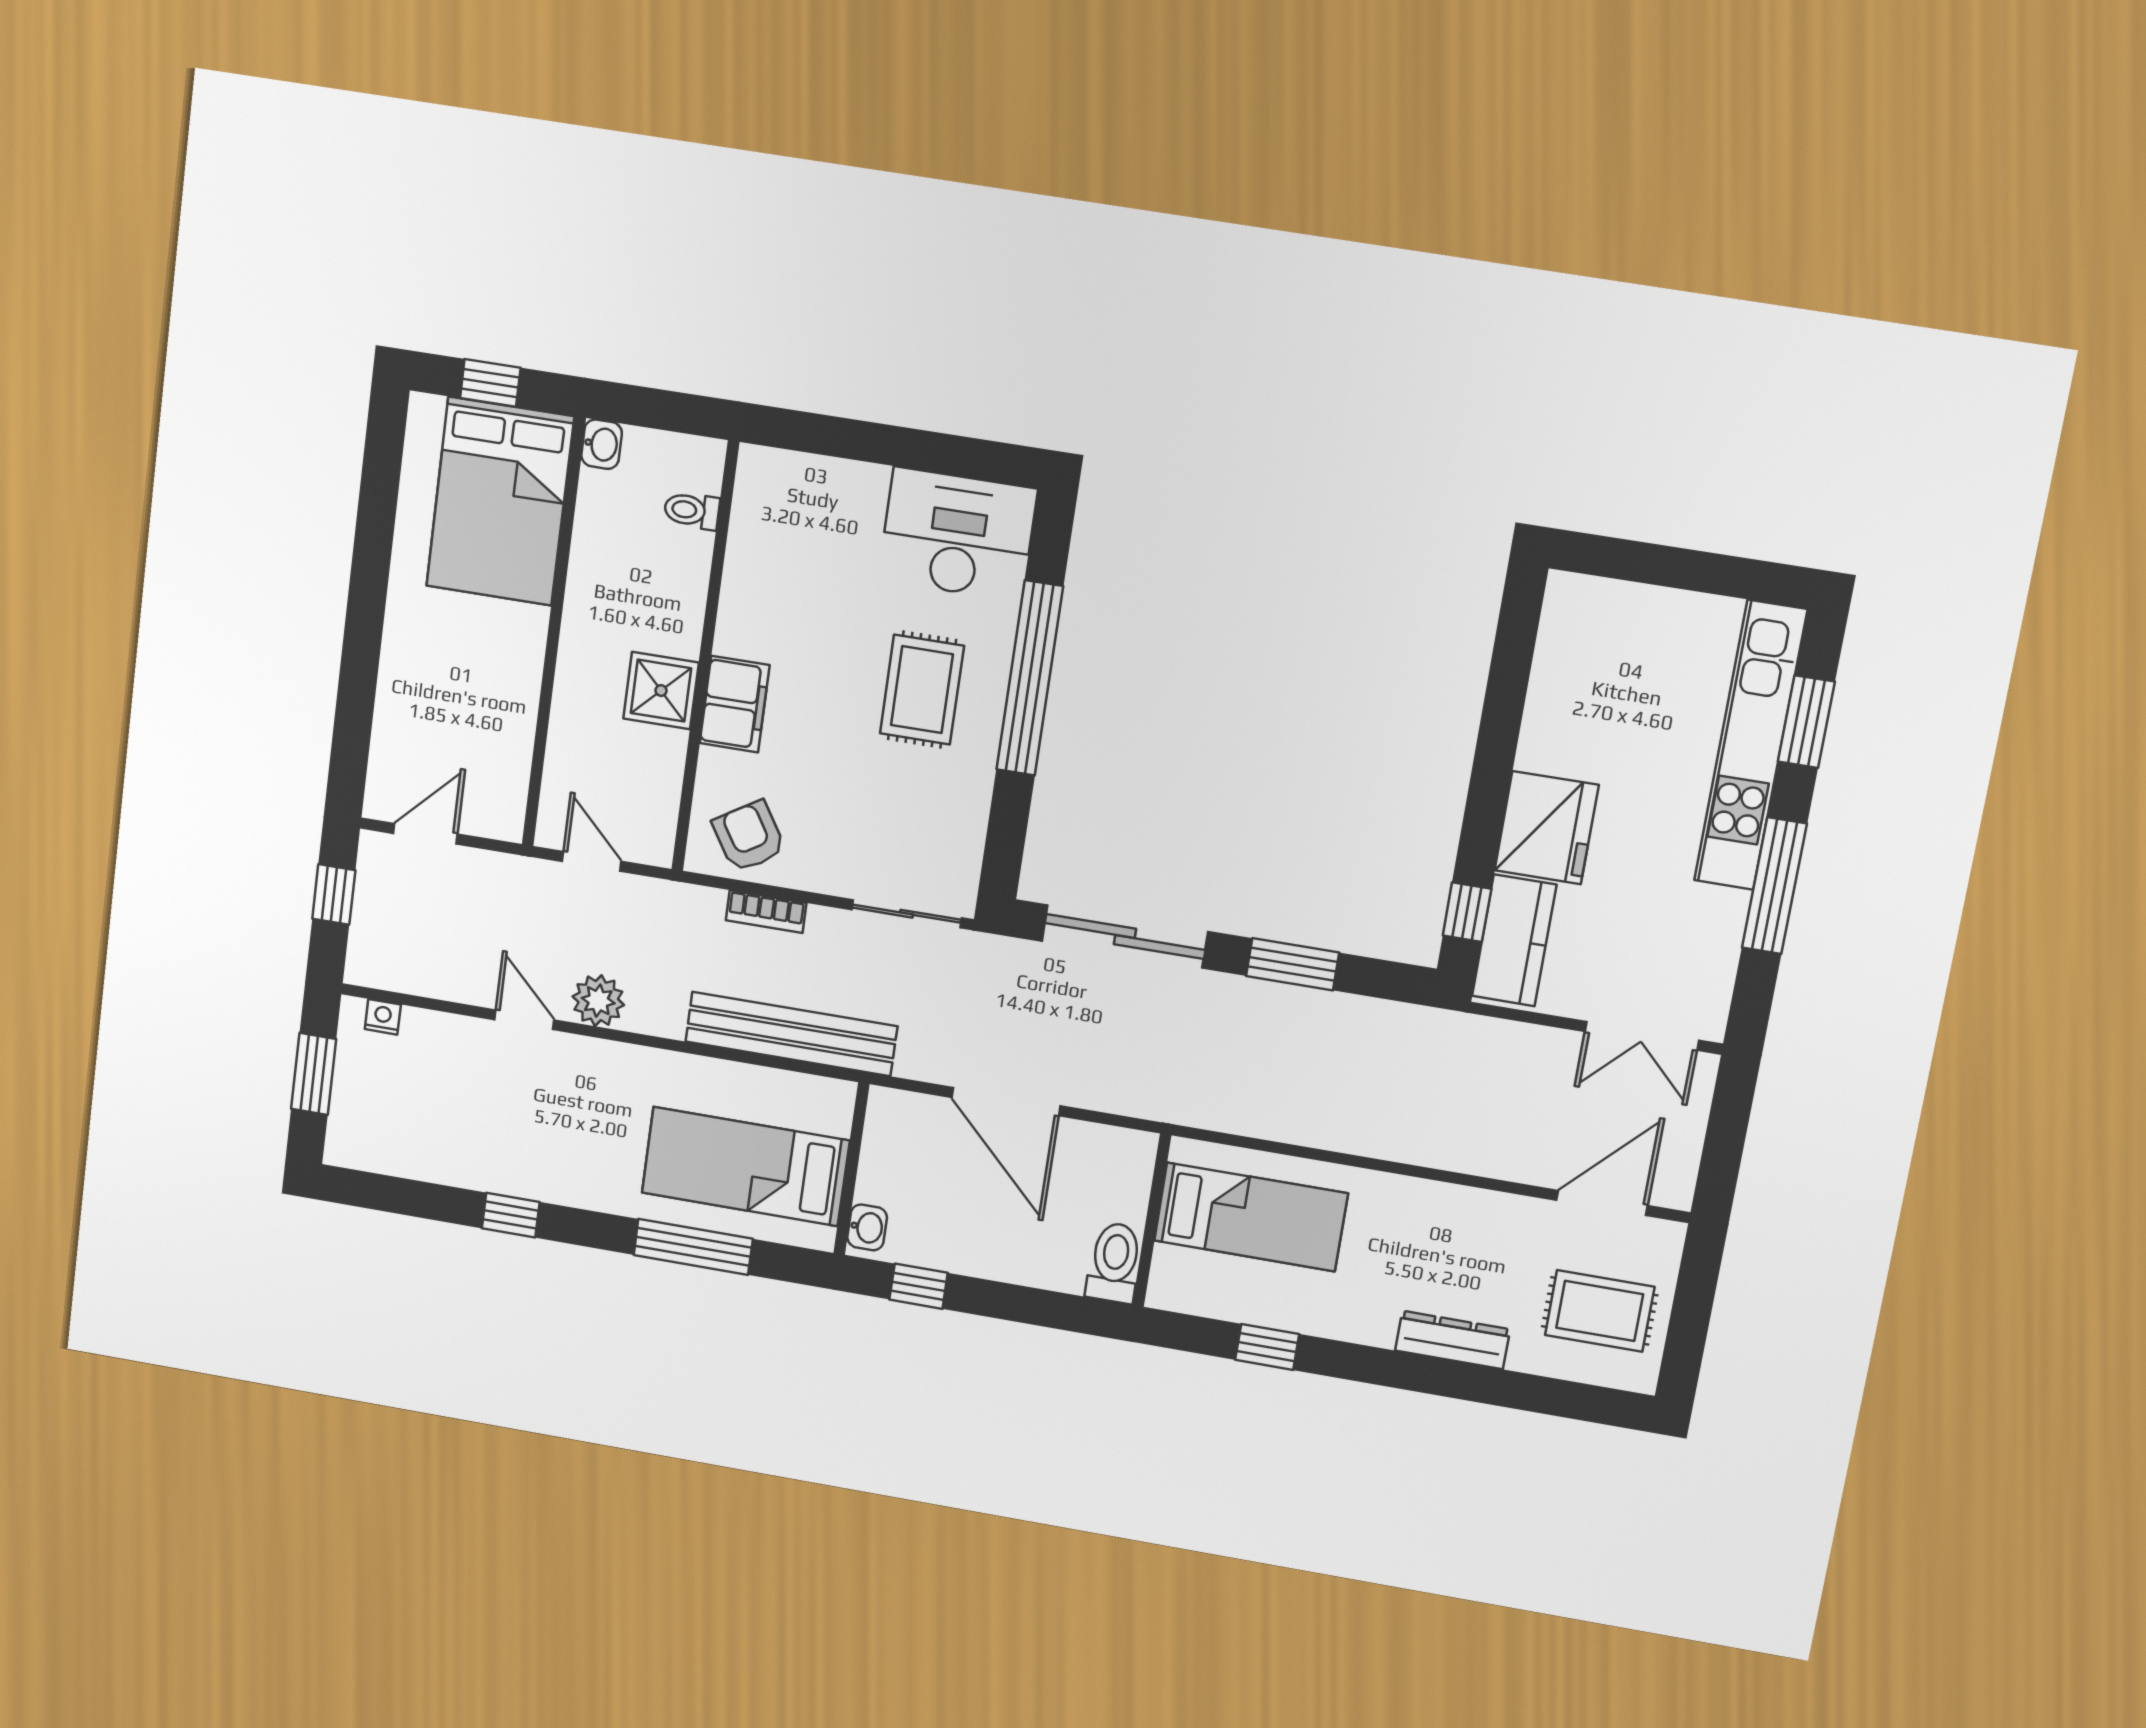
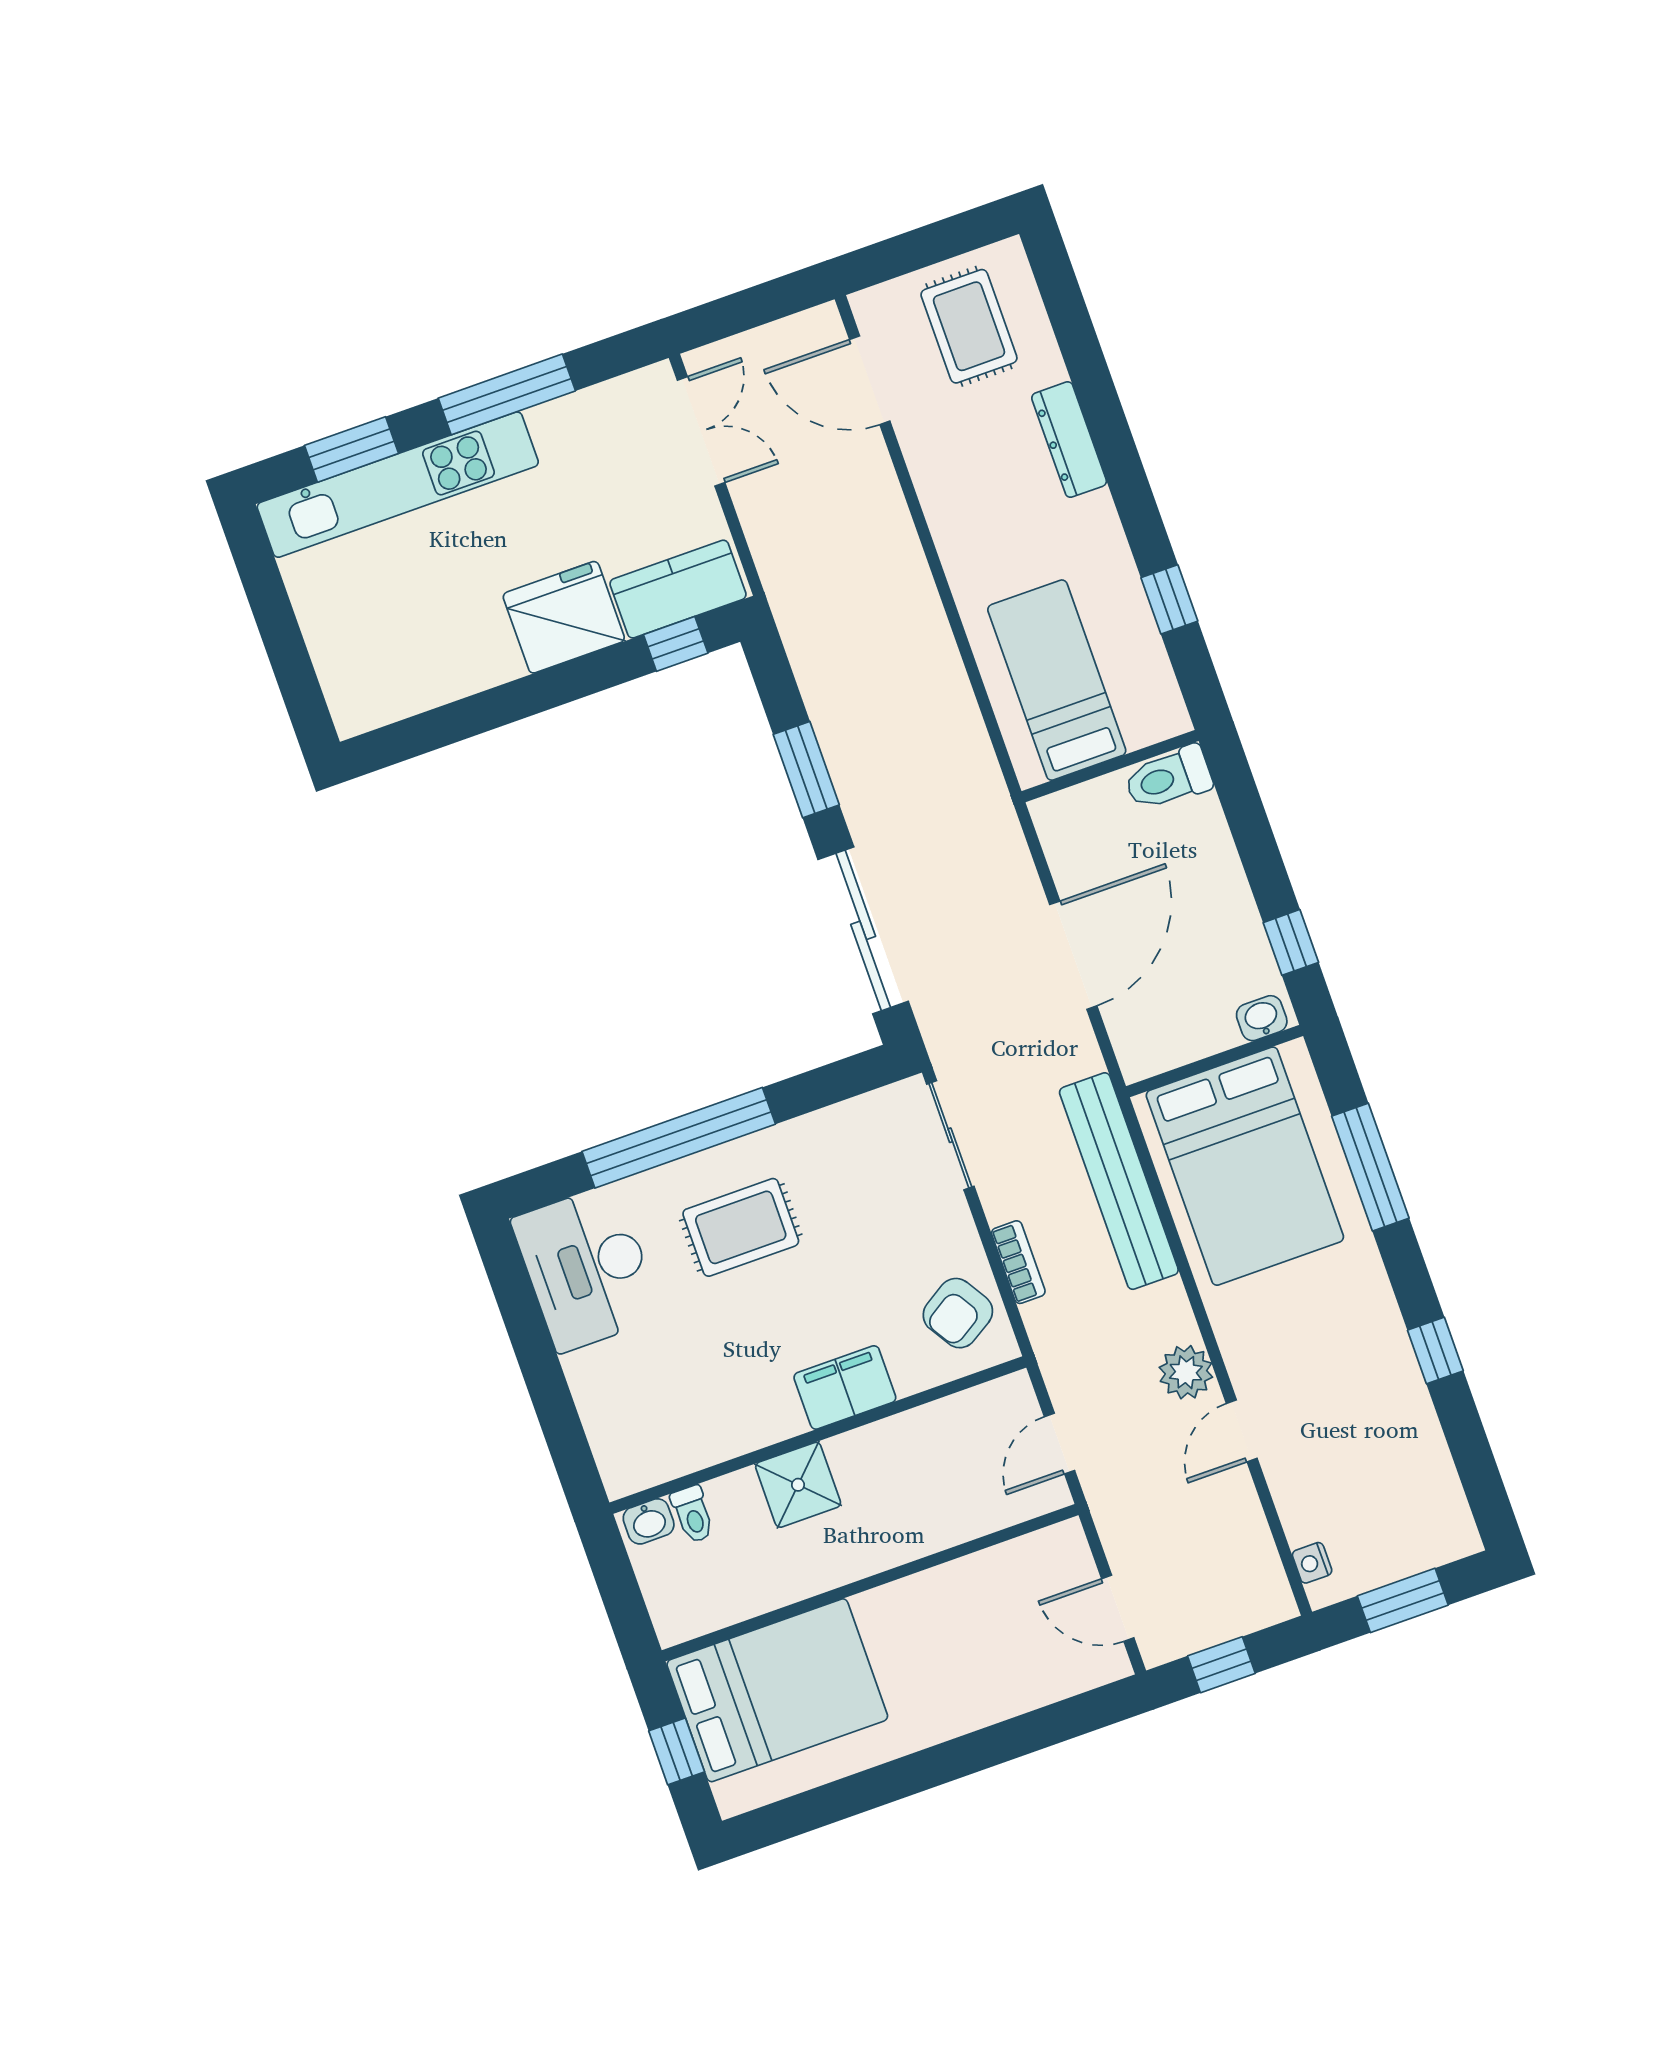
washbasin: (602, 444) -> (649, 1521), moved, turned 180
shower: (661, 691) -> (798, 1485), moved
bed: (746, 1167) -> (1245, 1166), width x1.50

